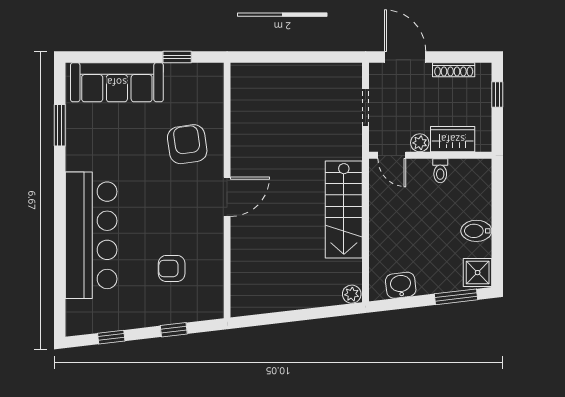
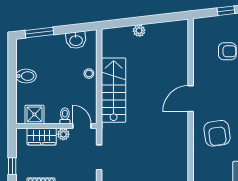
toilet: (440, 171) -> (65, 116), moved
stool: (381, 235) -> (89, 74), added
shower: (478, 273) -> (34, 114), moved
plant: (352, 294) -> (139, 31), moved

